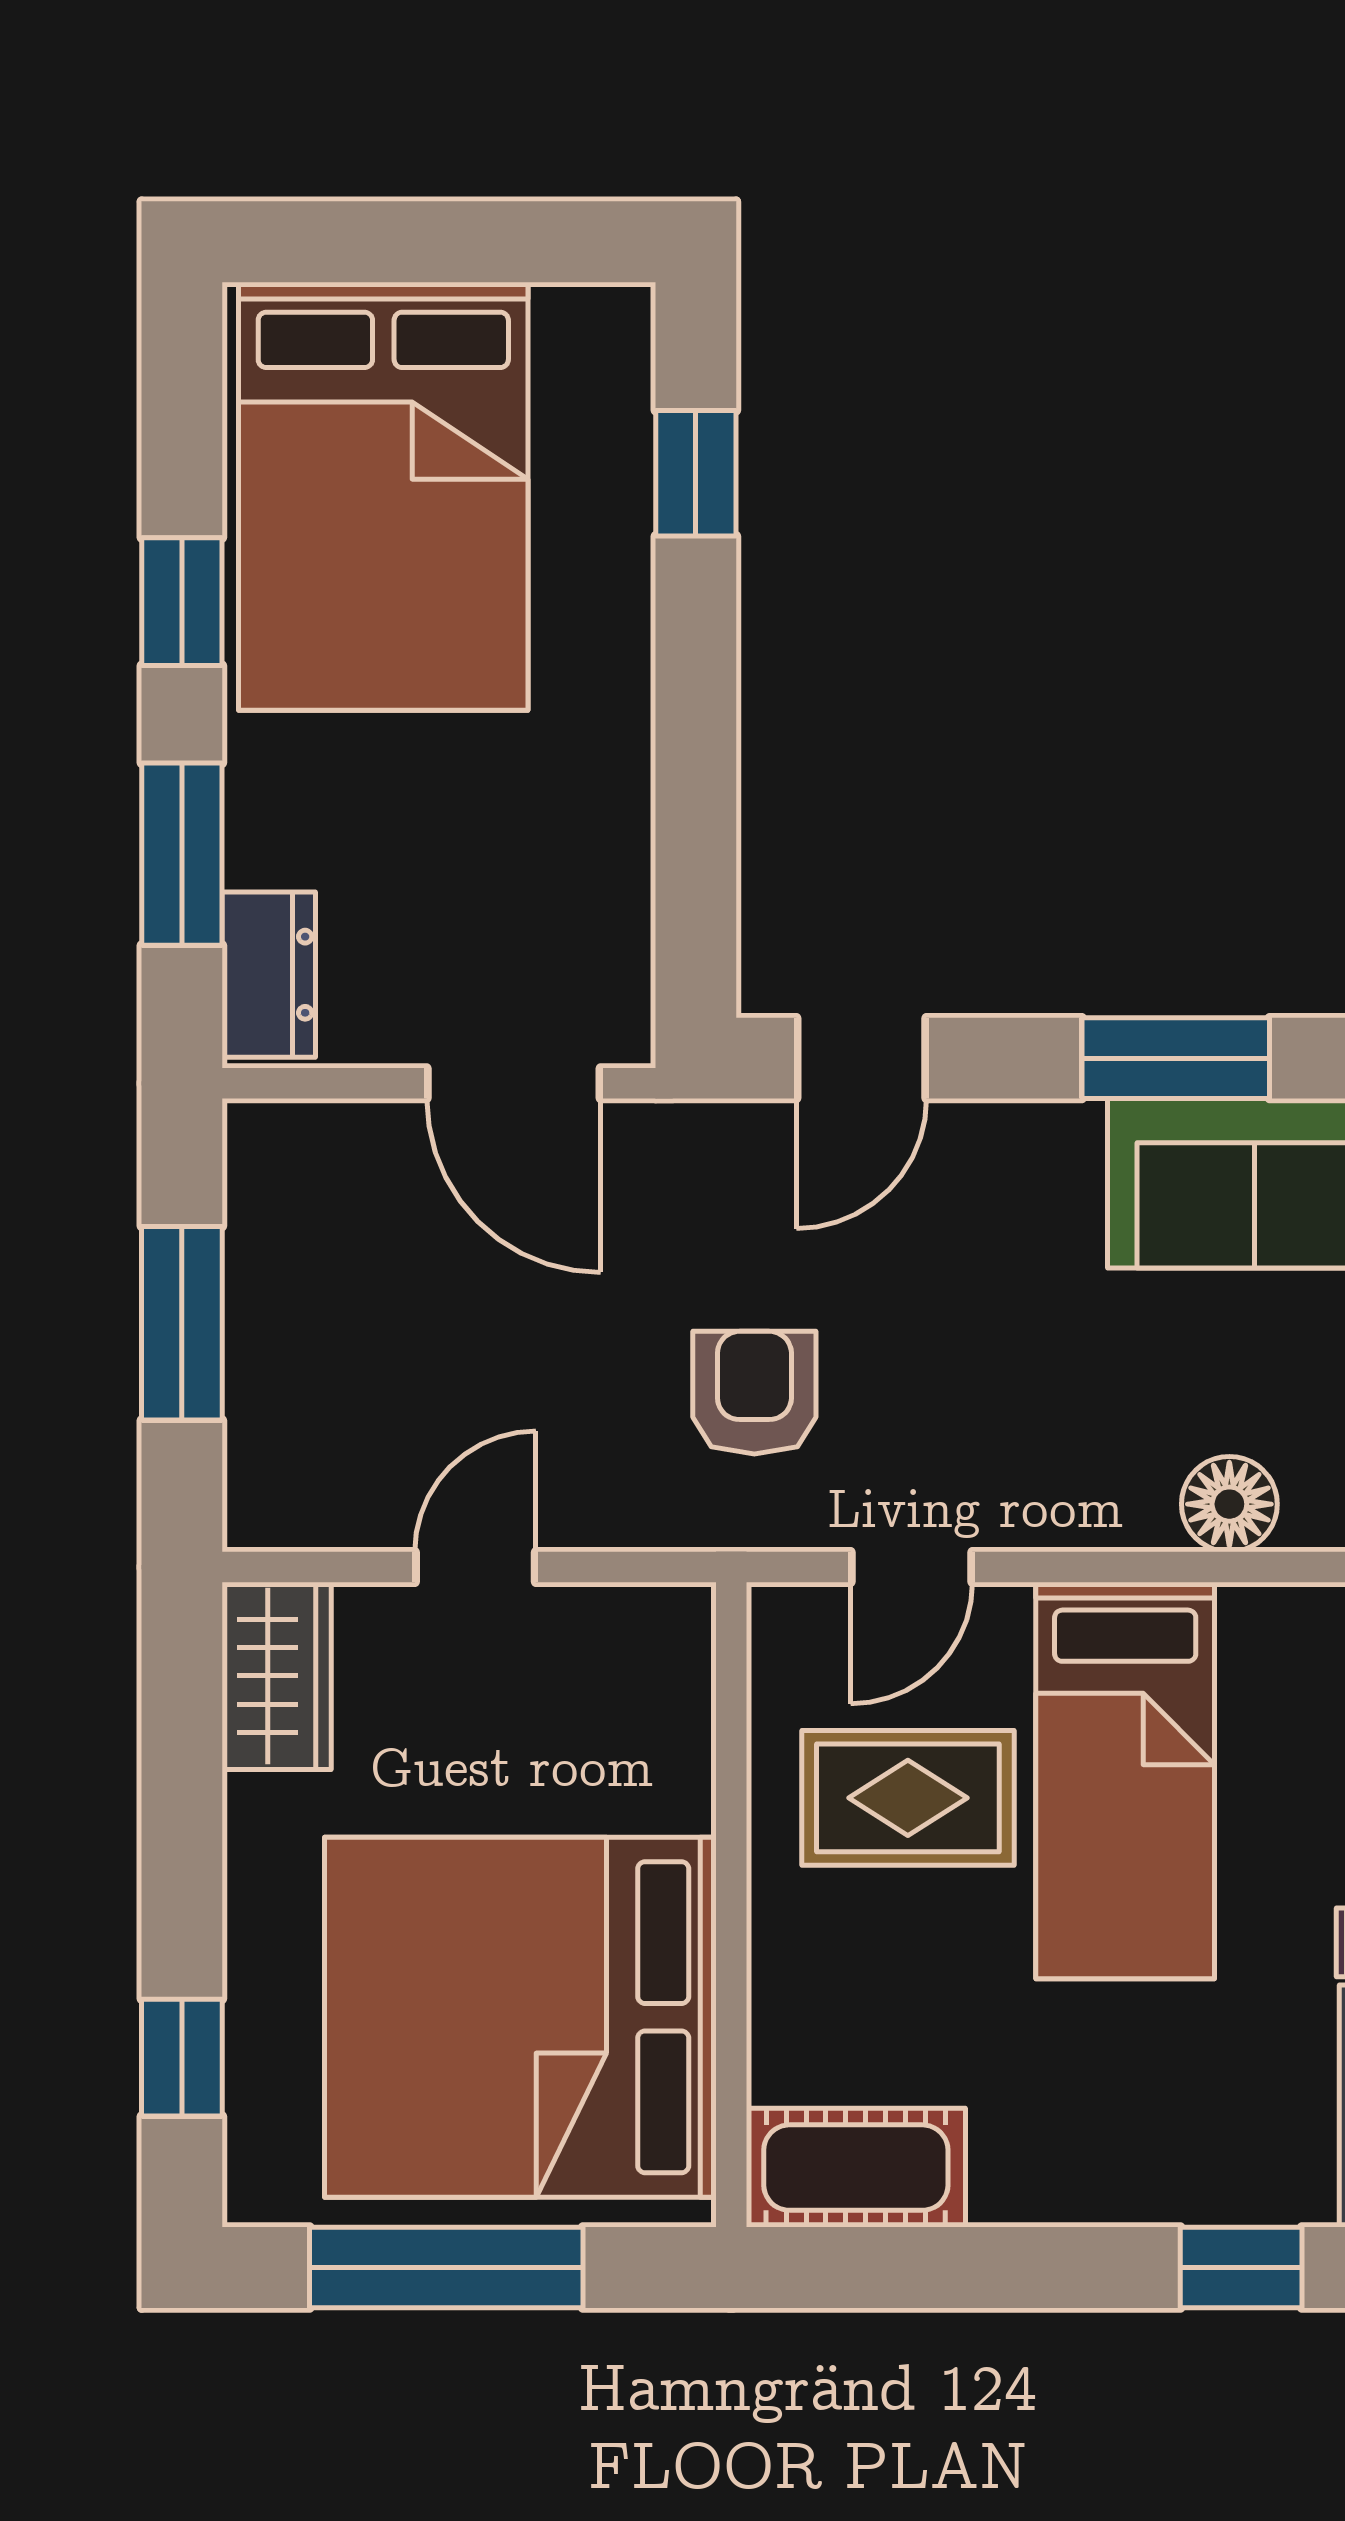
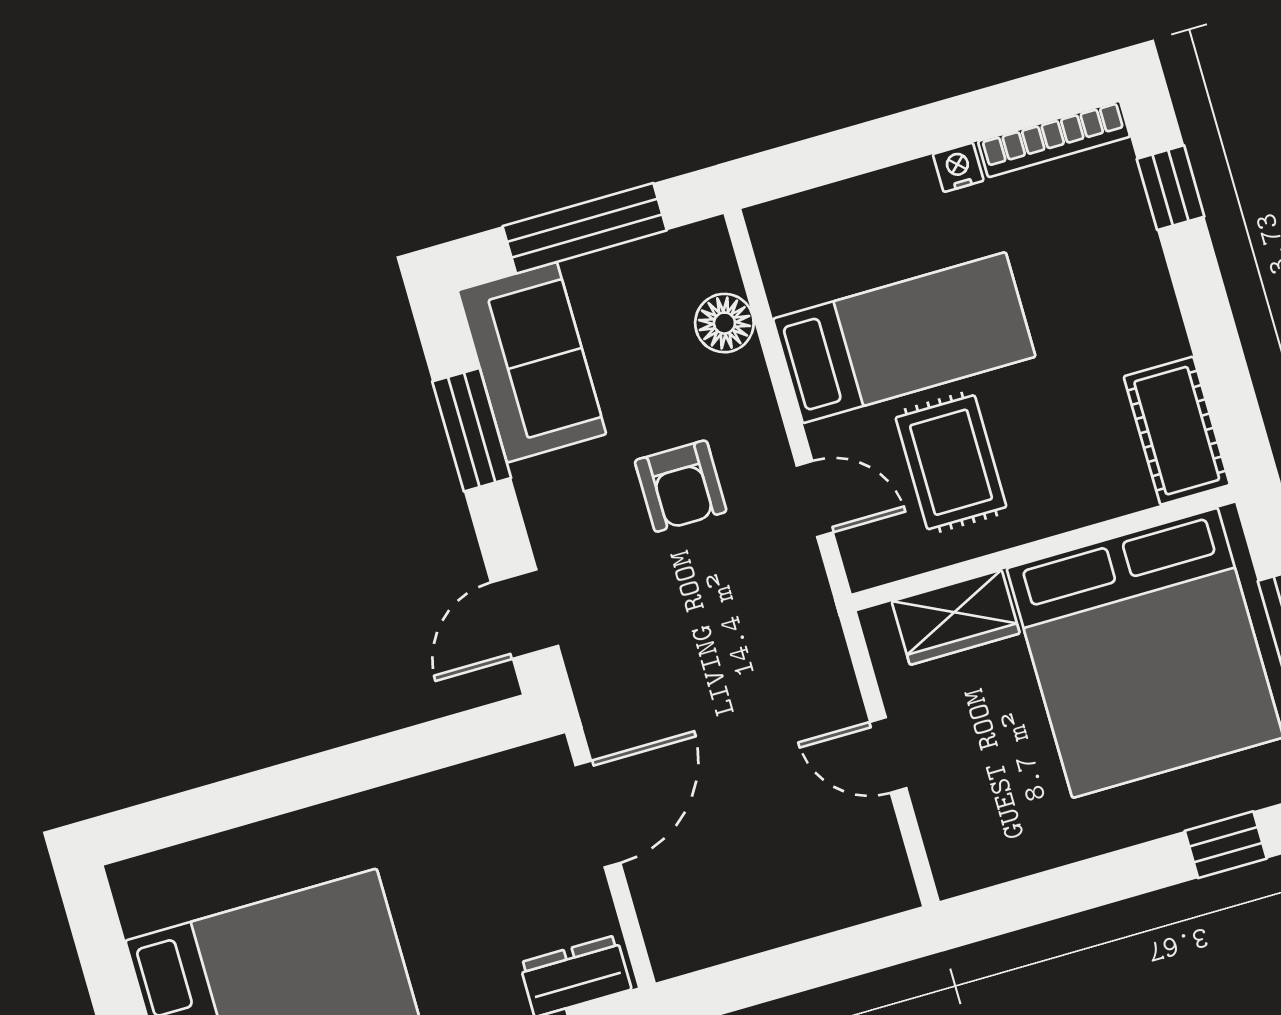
window: (696, 473) -> (209, 810), removed
door: (861, 1058) -> (525, 614), swing flipped
window: (182, 1323) -> (795, 968), removed
armchair: (754, 1393) -> (681, 486), moved, turned -90
wardrobe: (277, 1676) -> (956, 617), moved, turned 180

